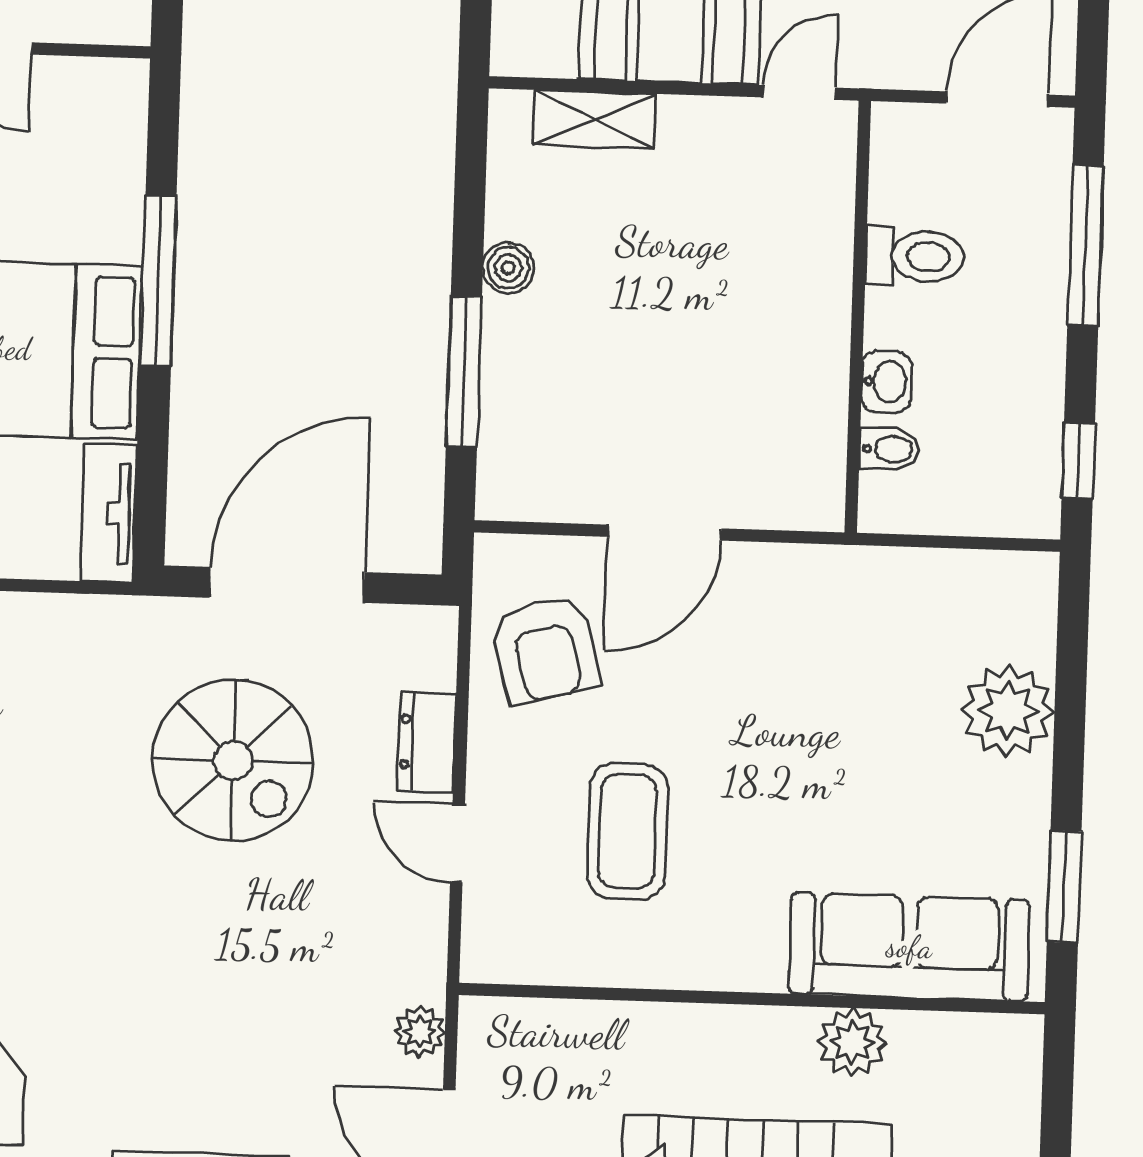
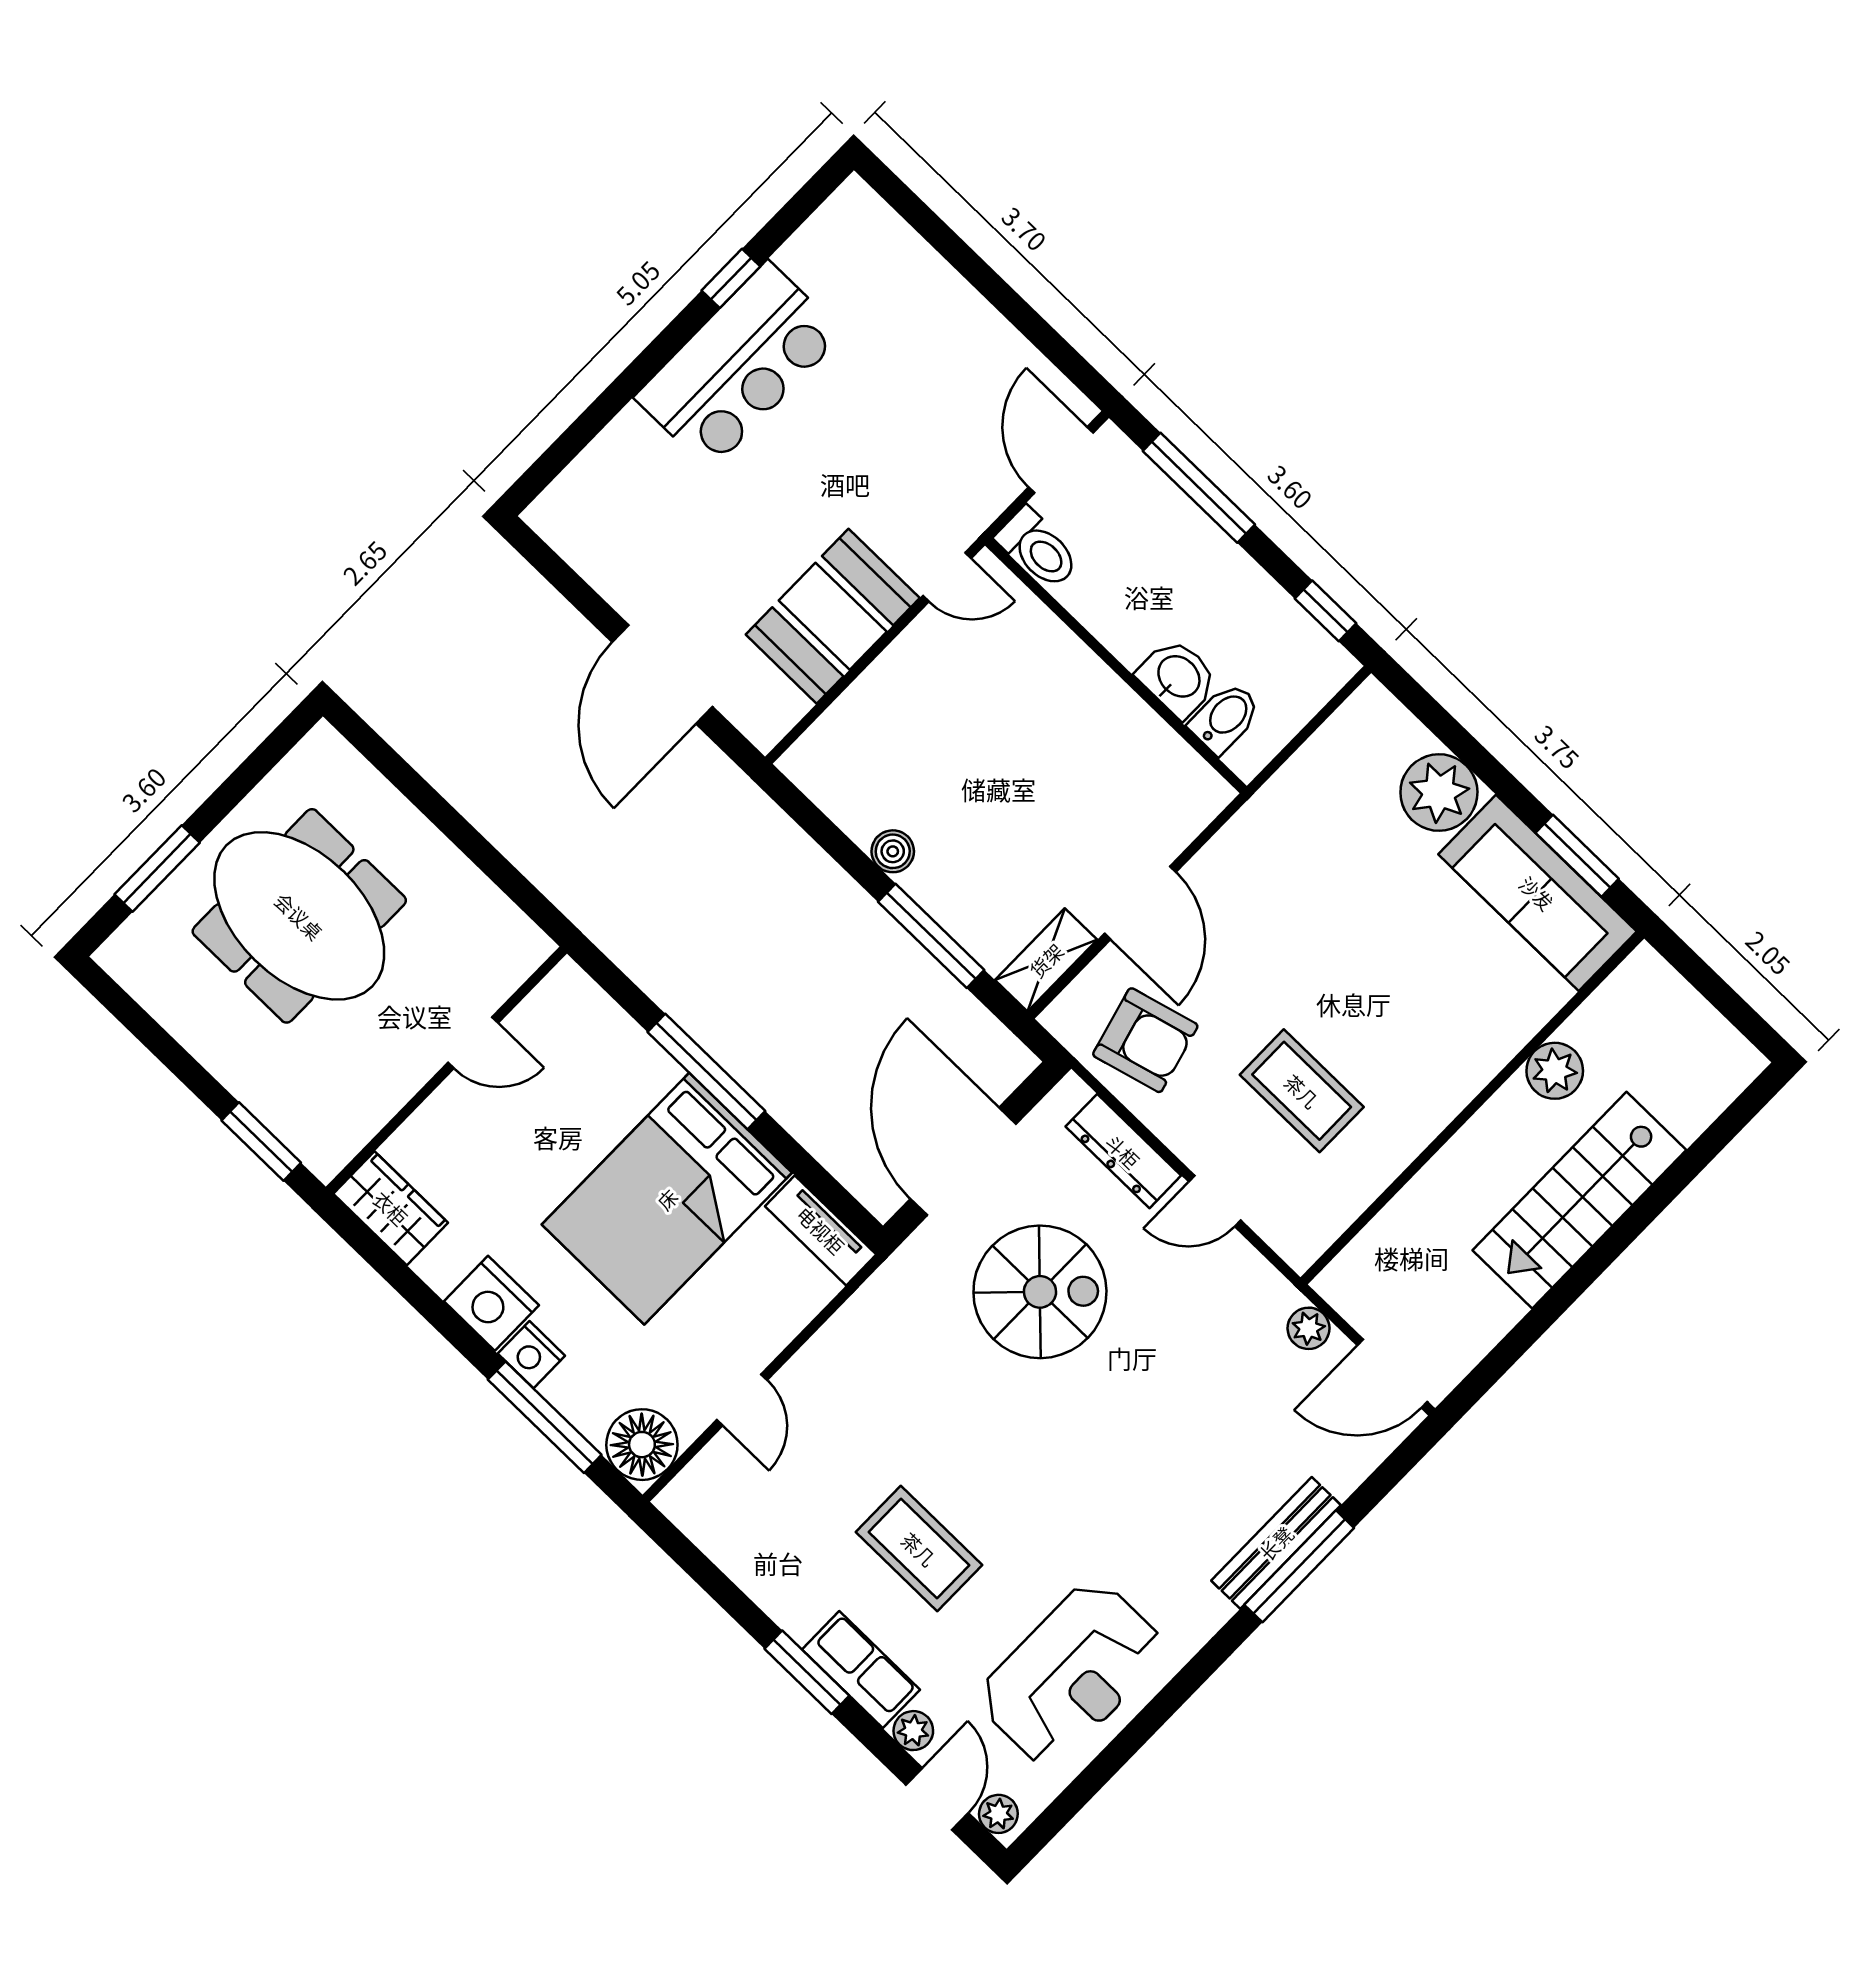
door: (799, 93) -> (947, 577), swing flipped
shelving: (595, 119) -> (1046, 960), moved
toilet: (915, 256) -> (1038, 549), moved, turned 90
washbasin: (886, 382) -> (1178, 678), width x1.38, depth x1.45
bidet: (889, 449) -> (1225, 718), width x1.38, depth x1.36
dresser: (427, 742) -> (1123, 1151), width x1.44
sofa: (909, 947) -> (1537, 893), moved, turned -90

